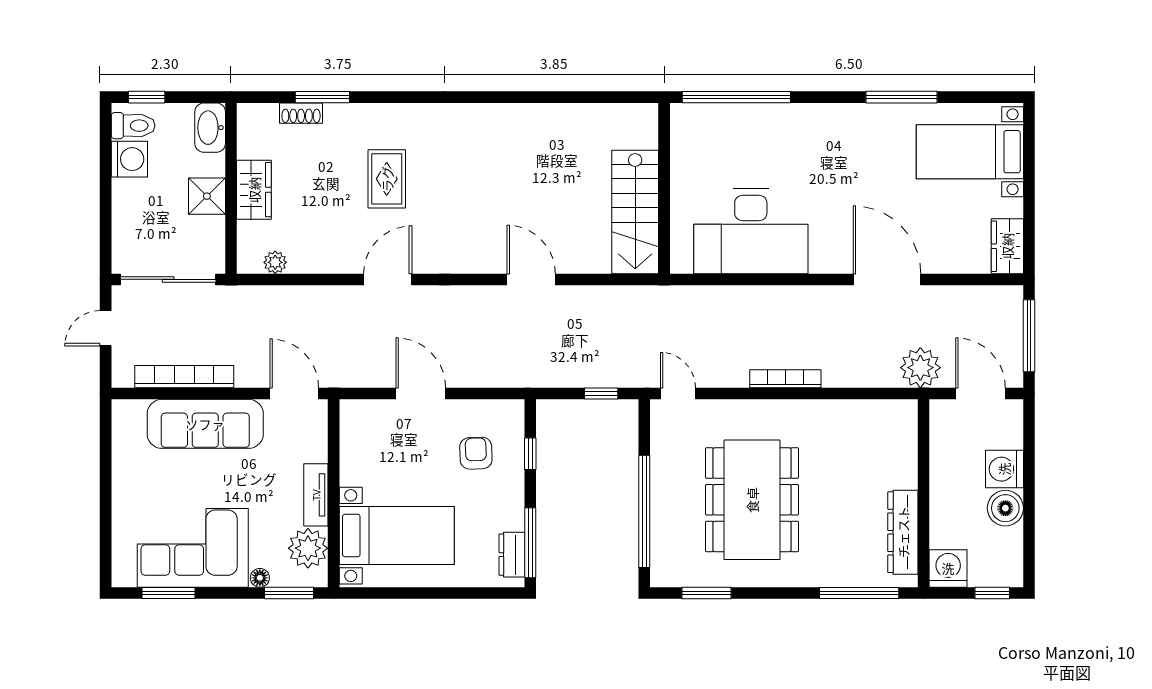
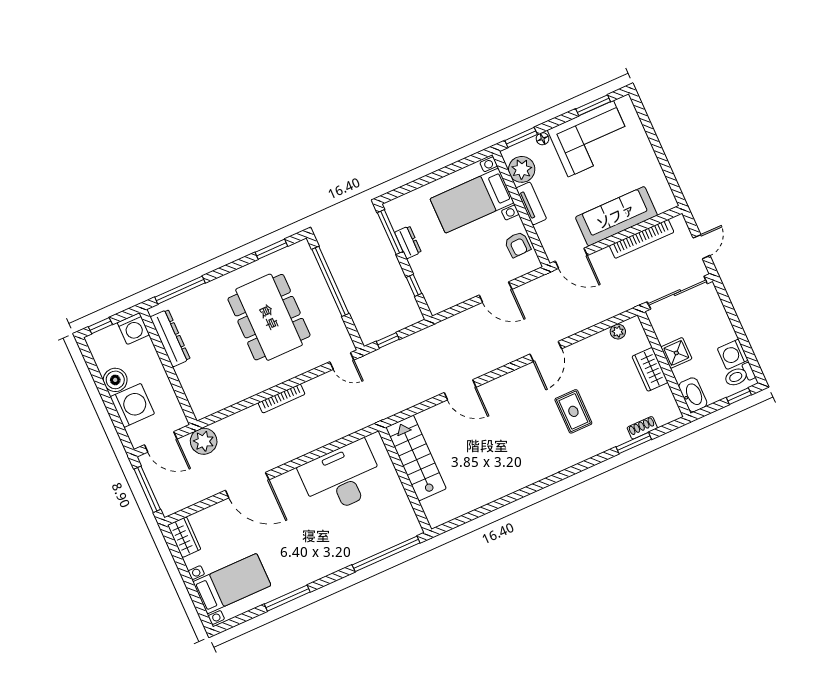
armchair: (476, 453) -> (518, 245), moved
washing machine: (1004, 469) -> (132, 405), width x1.37, depth x1.37
dresser: (512, 555) -> (408, 242), moved

